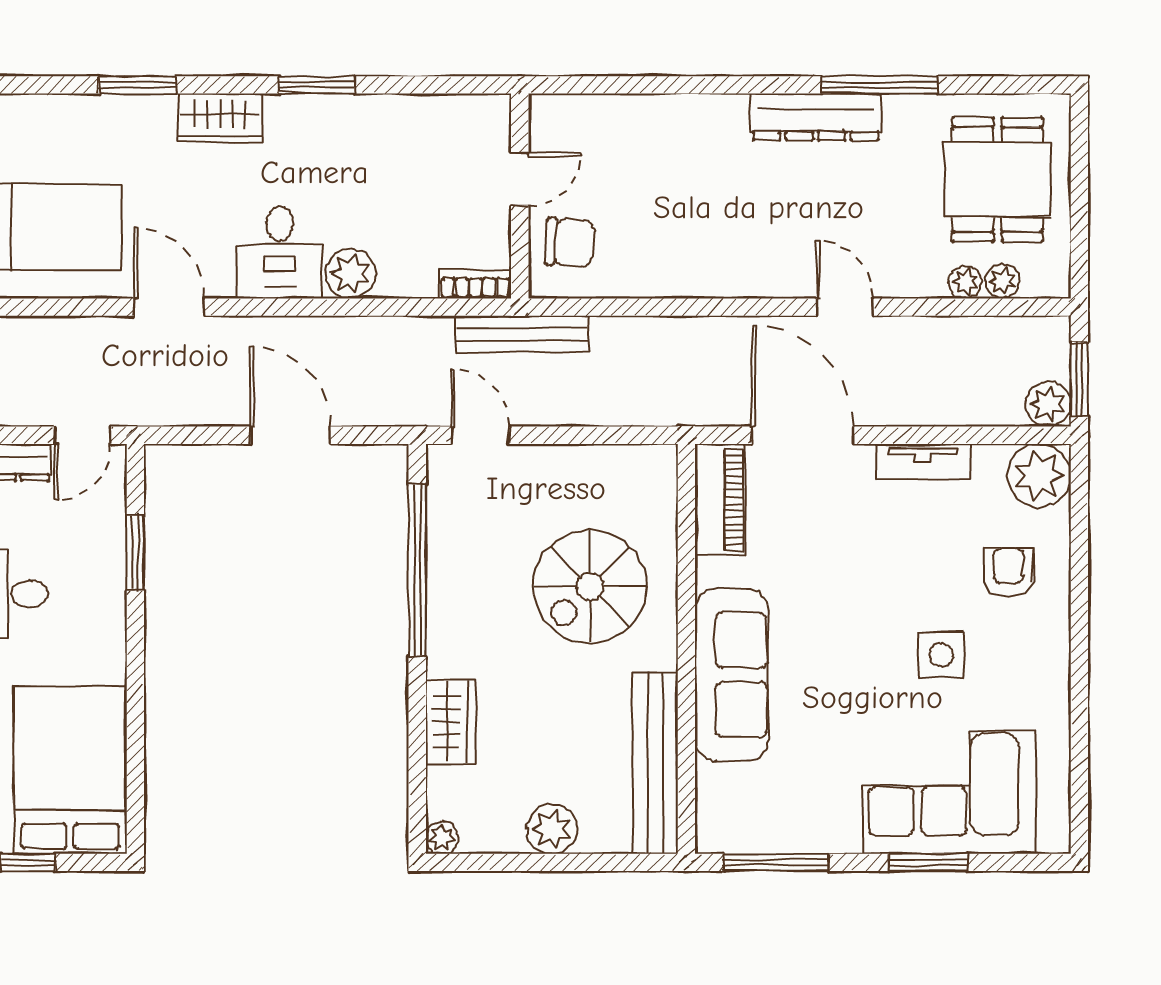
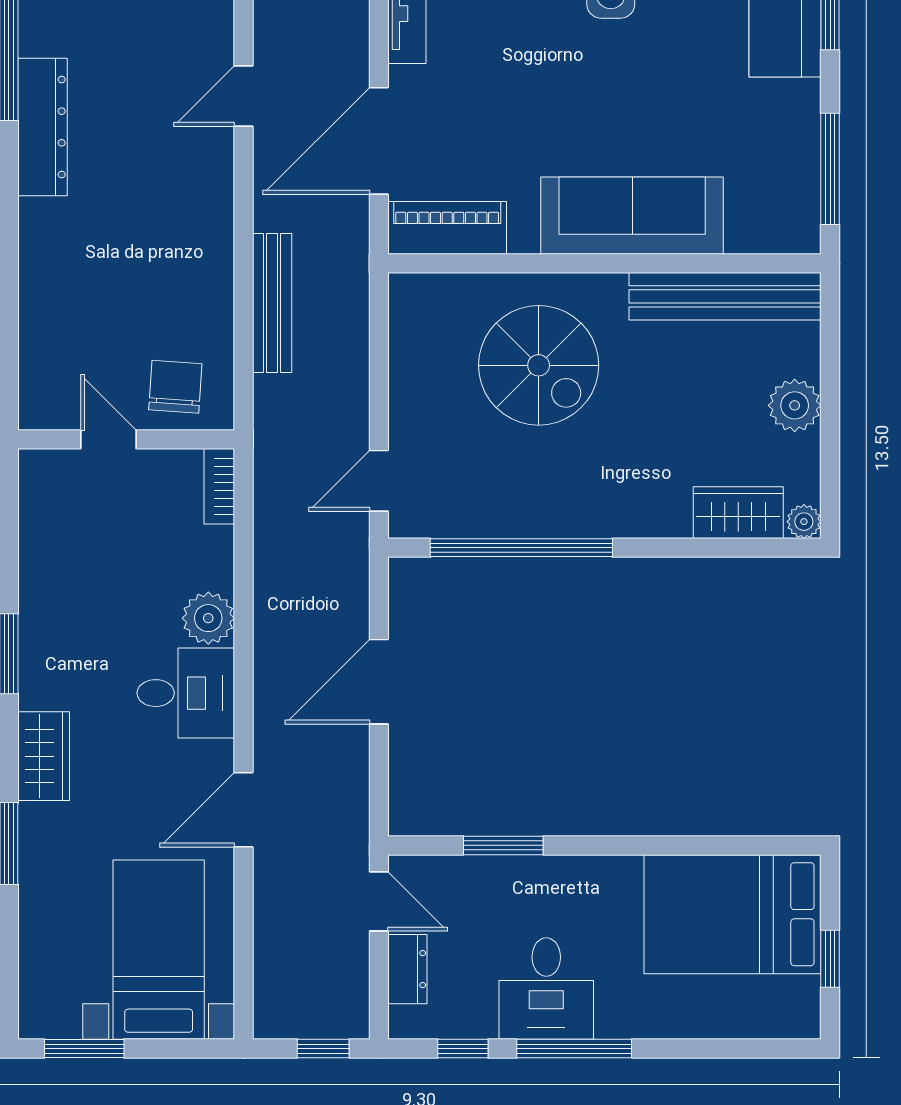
bench: (522, 334) -> (272, 303), moved
wardrobe: (450, 721) -> (738, 513), moved

